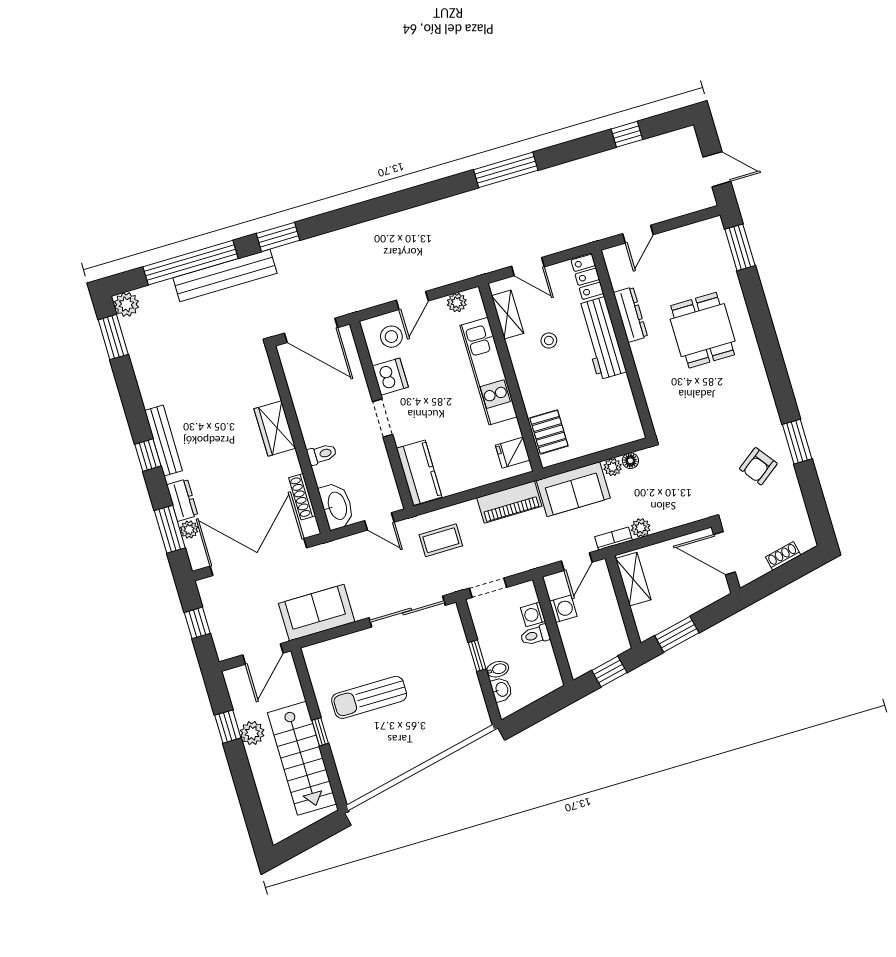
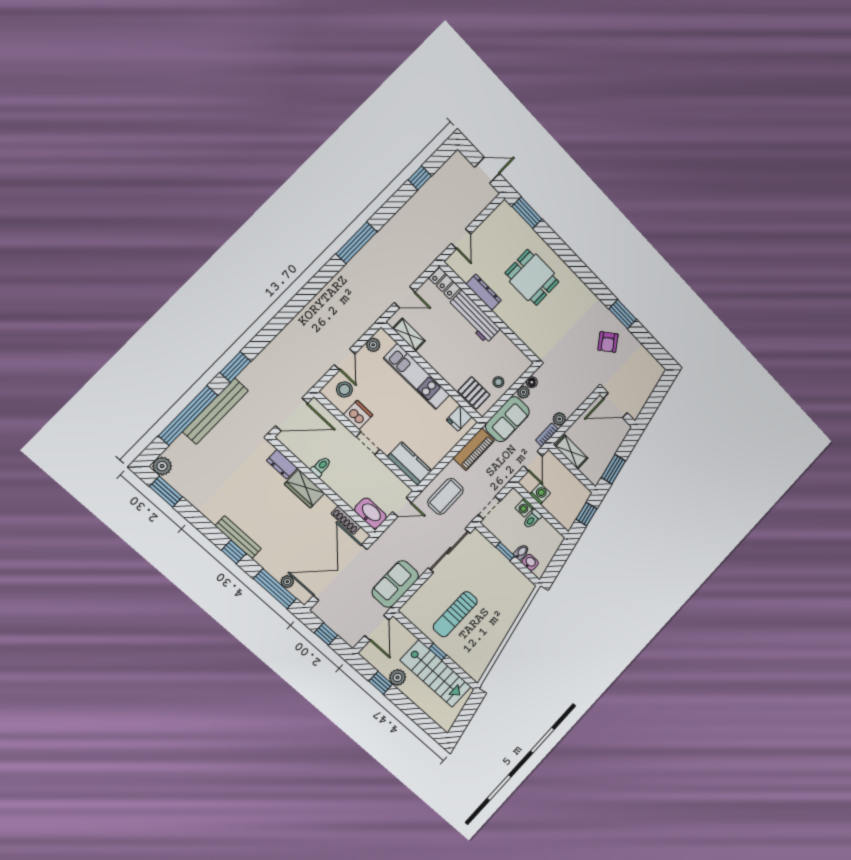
stool: (549, 341) -> (498, 382), moved
toilet: (322, 454) -> (321, 467), moved
dresser: (182, 500) -> (282, 464), moved, turned 180
window: (170, 529) -> (275, 589), width x1.44
coffee table: (441, 540) -> (446, 496), width x1.36, depth x1.30
shoe rack: (783, 556) -> (650, 387), removed

